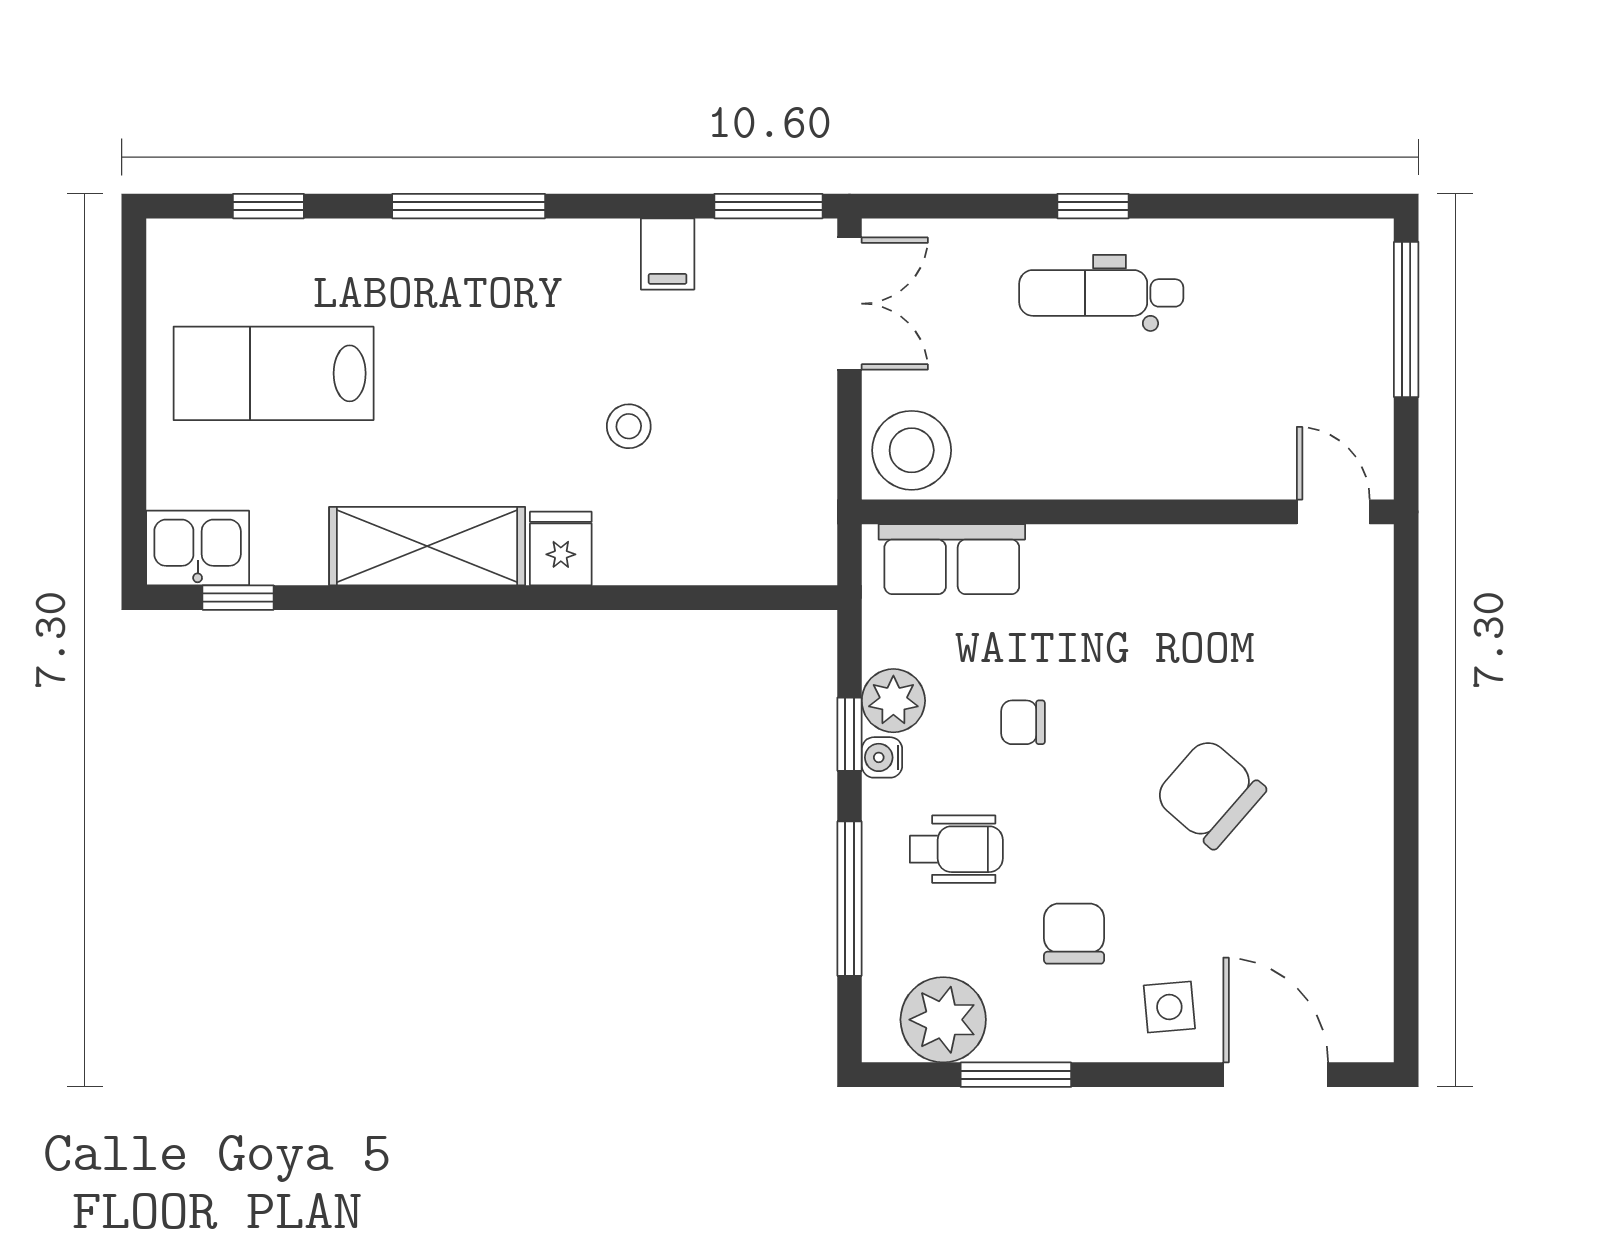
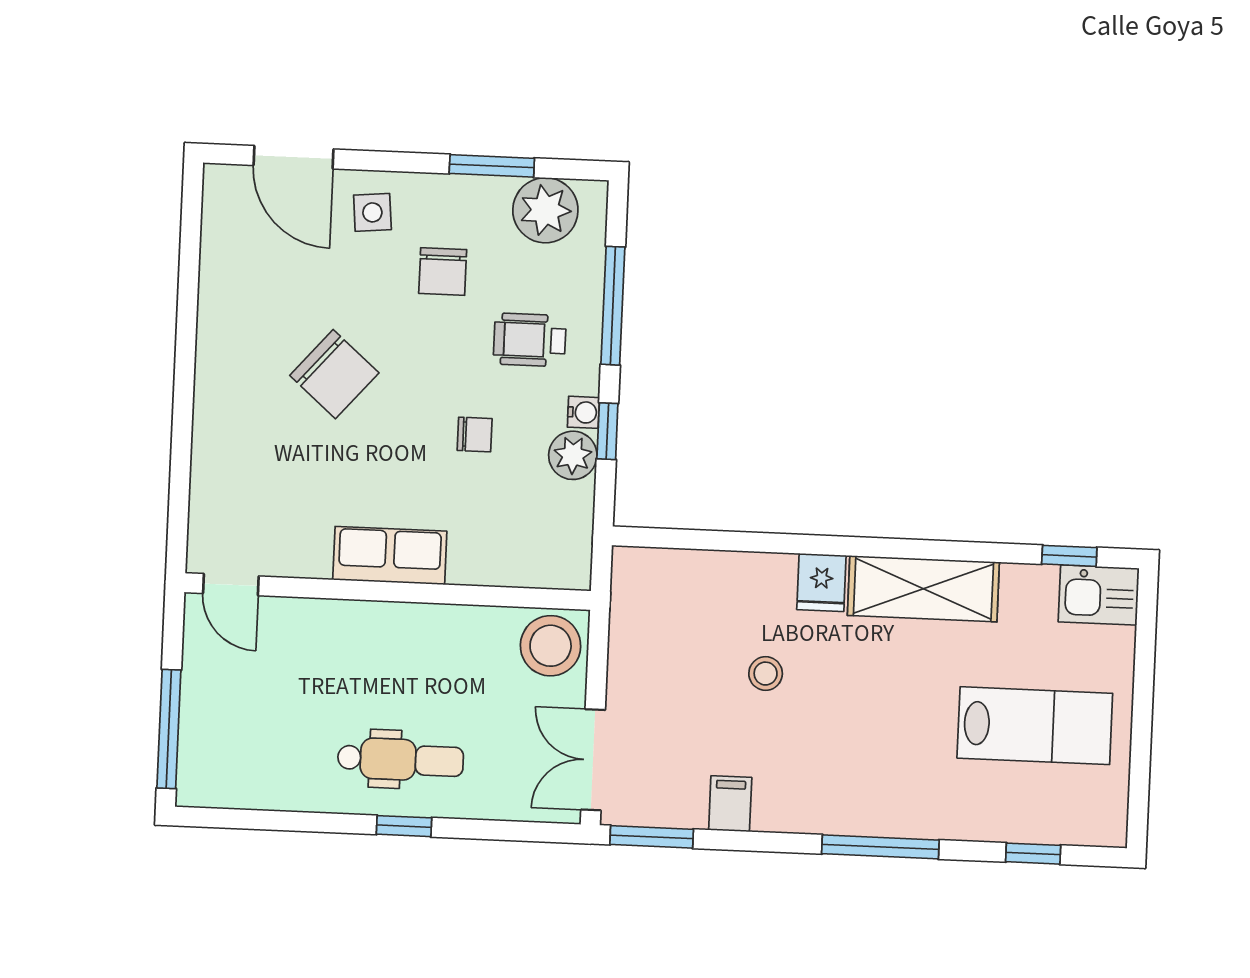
row of seats: (952, 559) -> (390, 555), moved

